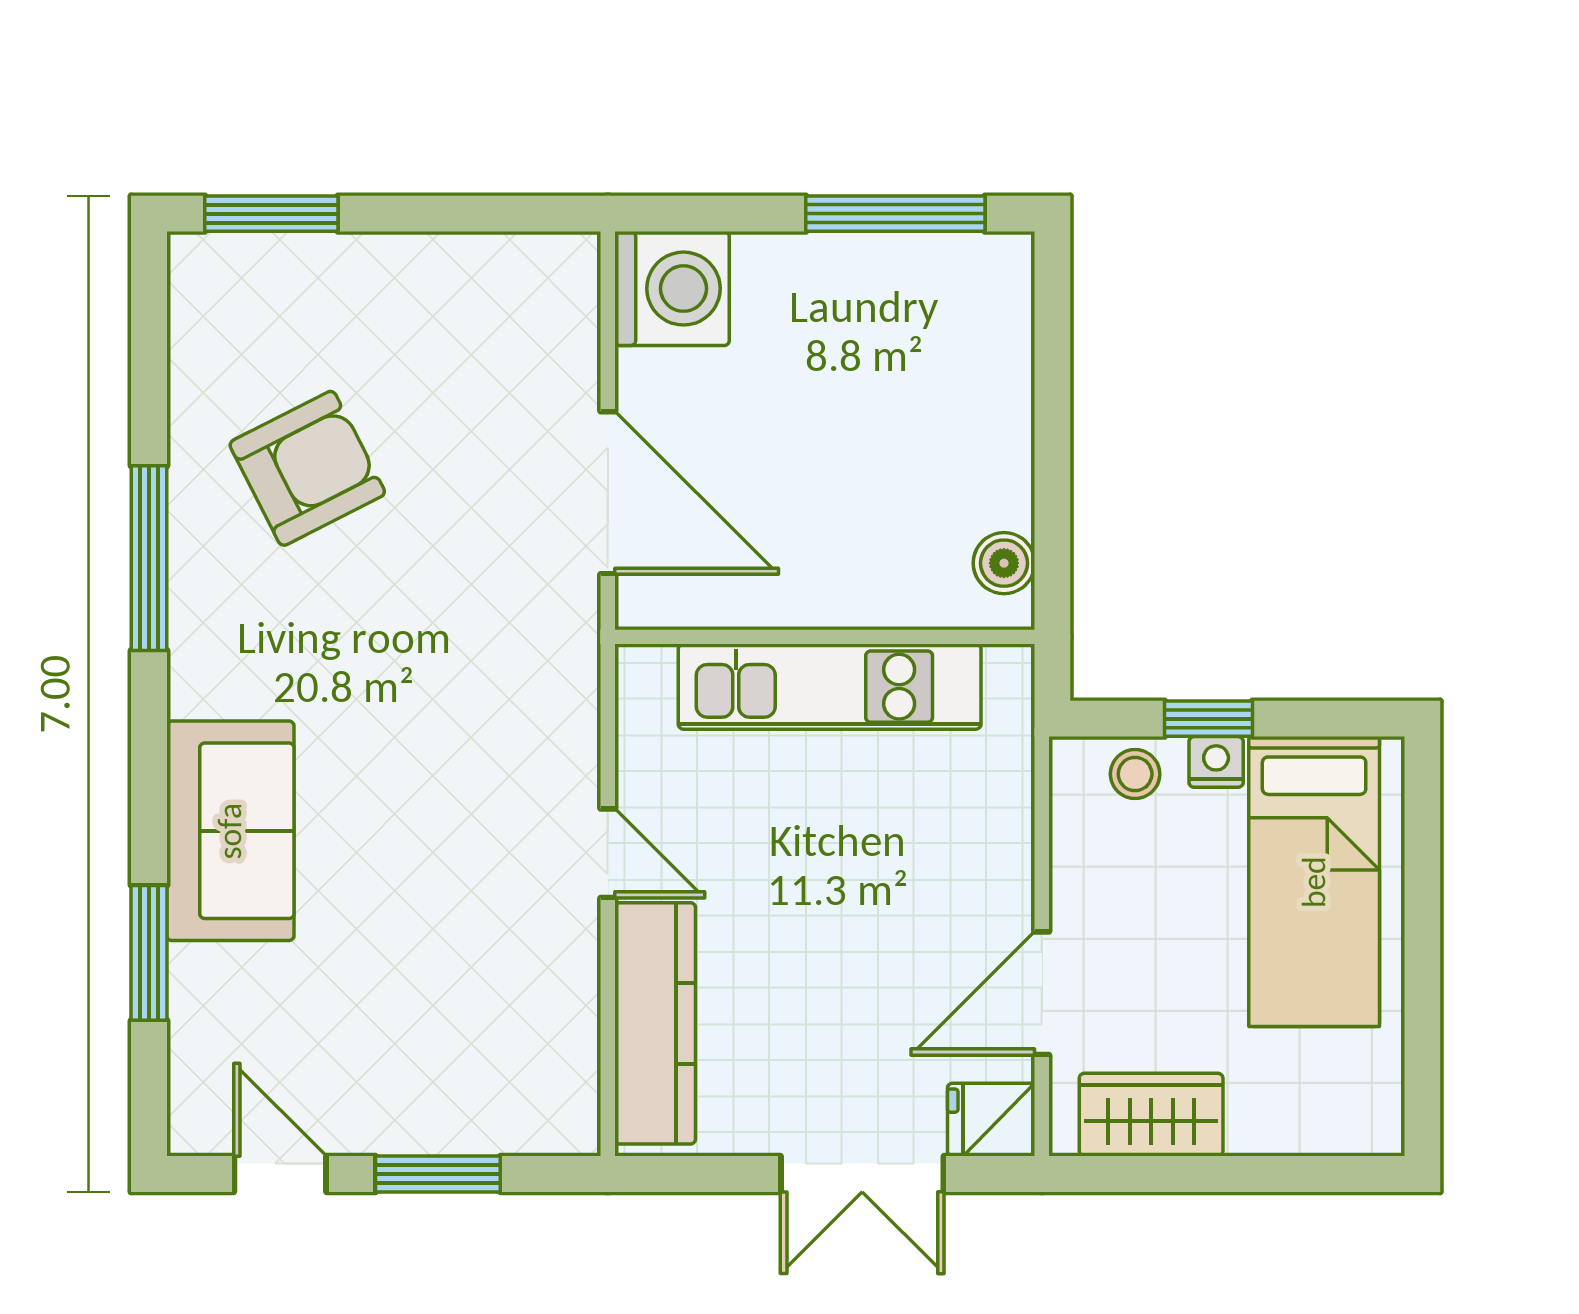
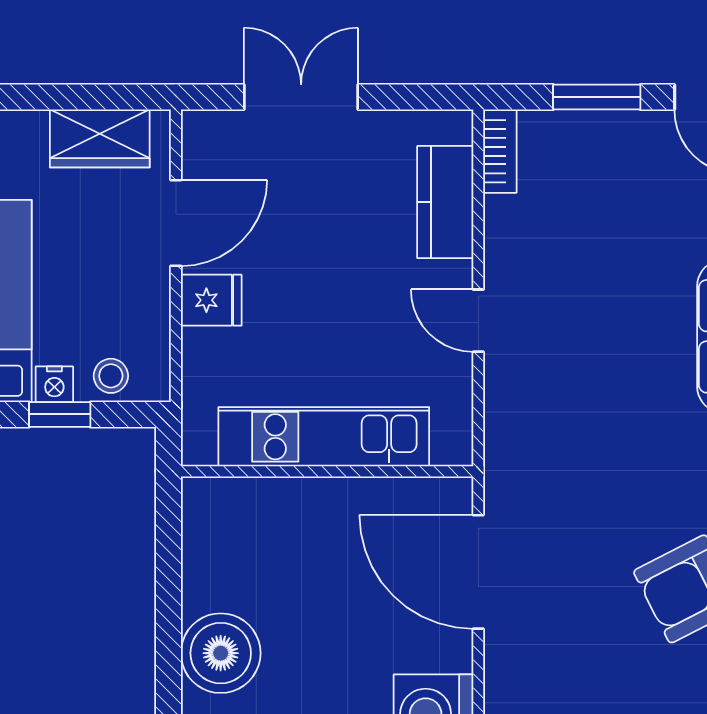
boiler: (1004, 563) -> (221, 653), moved, width x1.86, depth x1.86
kitchen counter: (655, 1023) -> (445, 202), width x0.67
bookcase: (577, 1096) -> (500, 151), added
fridge: (991, 1120) -> (211, 300), moved

